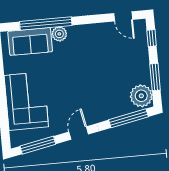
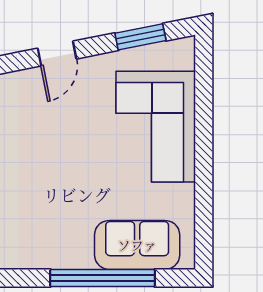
plant: (59, 34) -> (78, 255), removed
window: (38, 145) -> (140, 37), width x0.69

